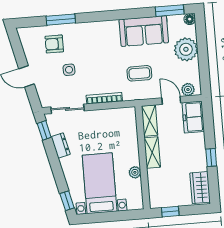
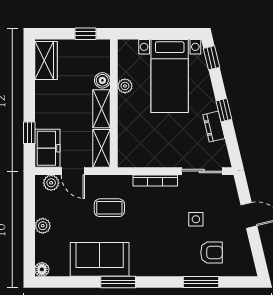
window: (170, 11) -> (118, 282), moved
plant: (186, 49) -> (43, 226), width x0.53, depth x0.53
window: (44, 130) -> (224, 110), moved
window: (211, 157) -> (29, 133), moved
boiler: (153, 175) -> (102, 80), added

